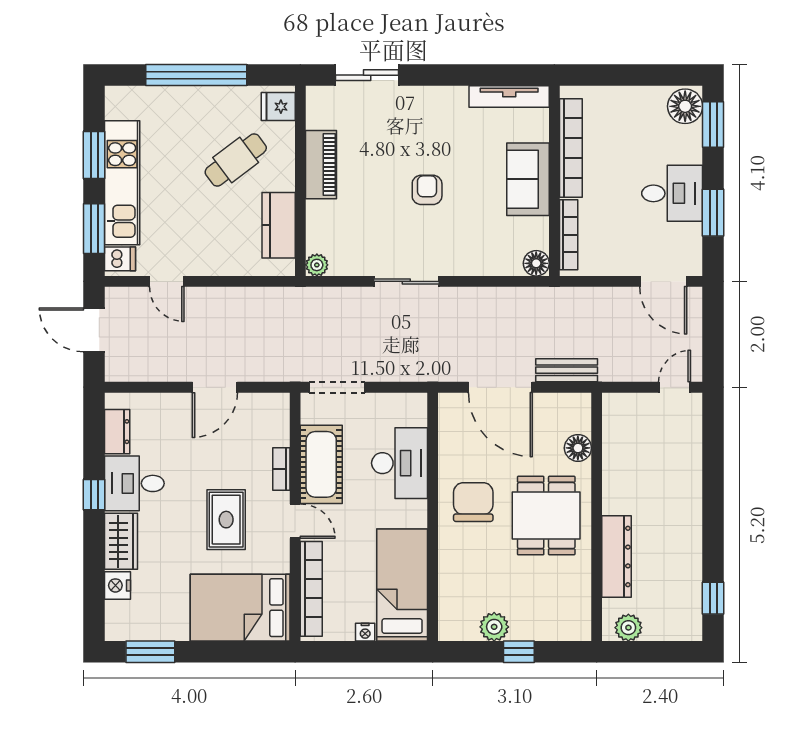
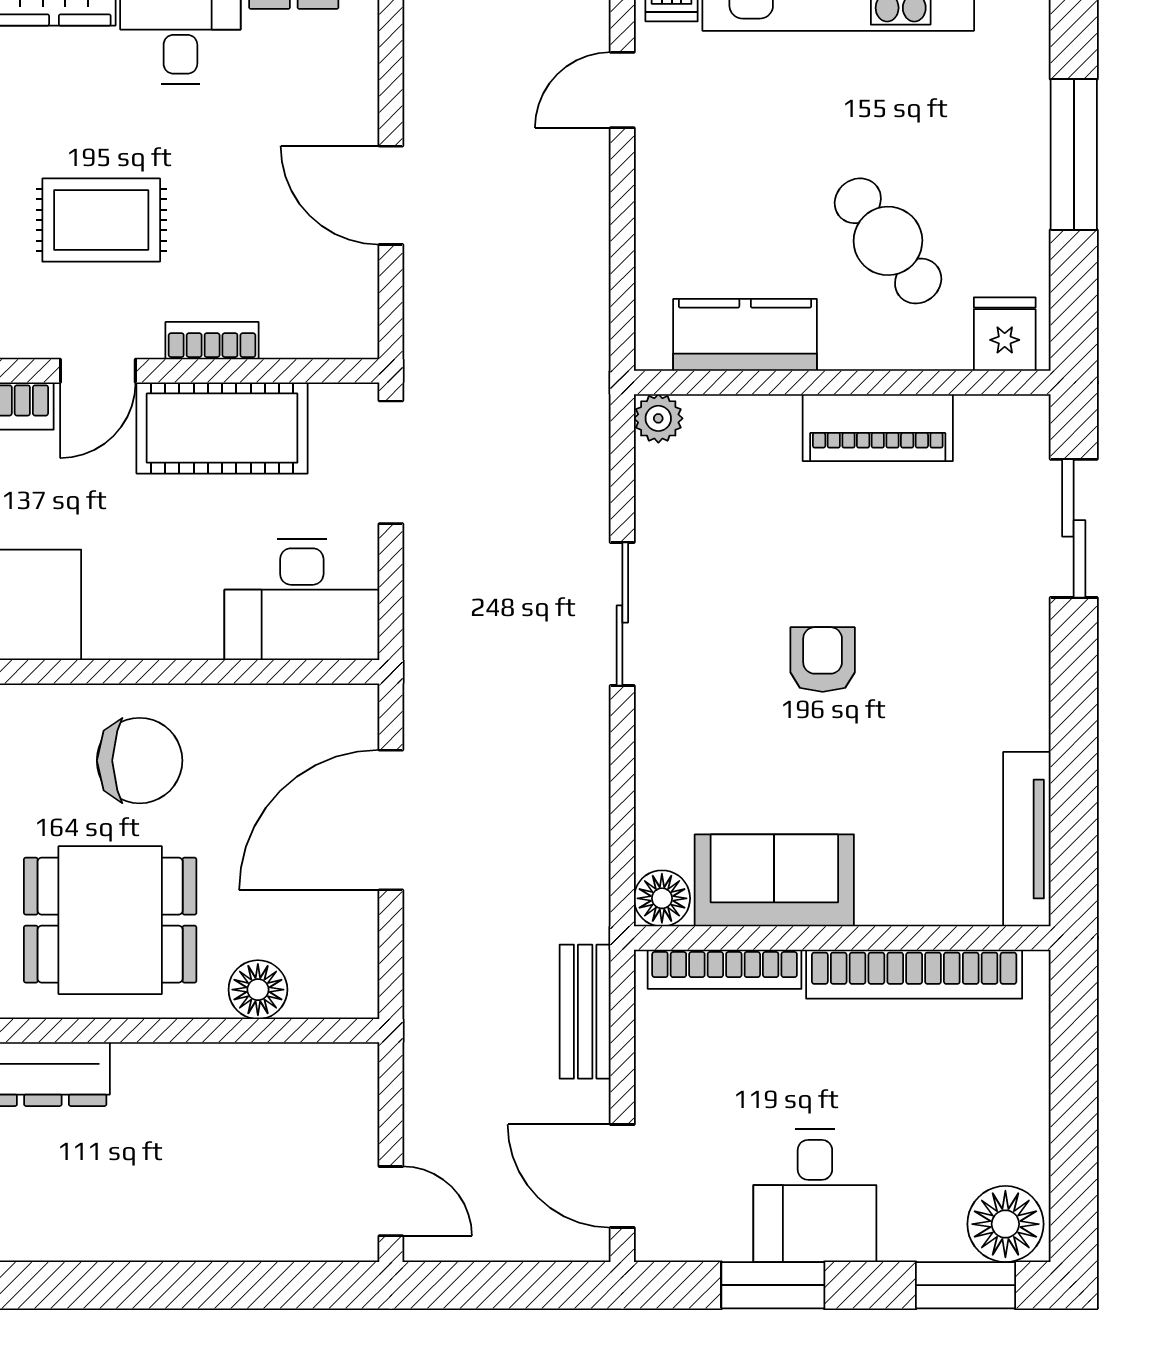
window: (196, 75) -> (1074, 154), width x0.68
sofa: (528, 179) -> (774, 880), moved
armchair: (427, 190) -> (823, 660), turned -90
door: (663, 281) -> (622, 1176), hinge flipped
bench: (567, 370) -> (585, 1012), moved
desk: (400, 463) -> (302, 599), moved

